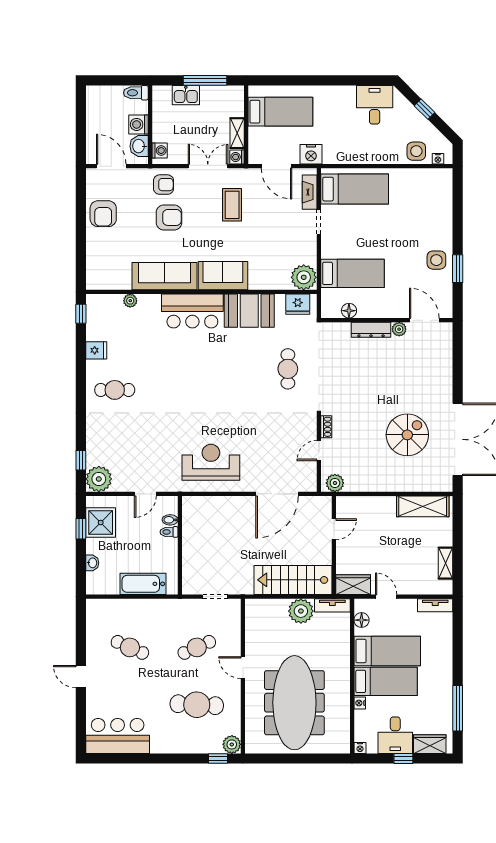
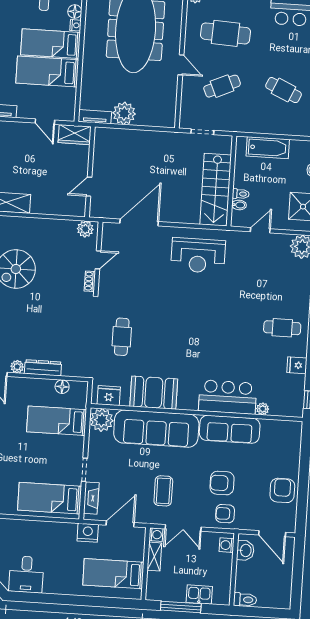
washing machine: (138, 124) -> (245, 570), removed
door: (277, 166) -> (120, 524), hinge flipped
sofa: (223, 276) -> (156, 429), width x1.85, depth x1.27
bar counter: (192, 311) -> (228, 397), moved
stairs: (293, 580) -> (216, 190), moved, turned 90
floor lamp: (362, 620) -> (75, 12), moved

